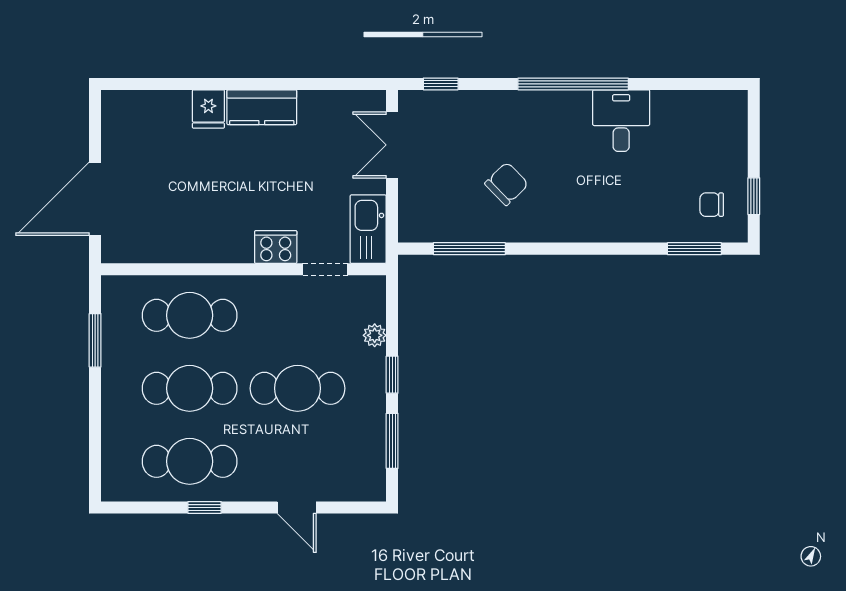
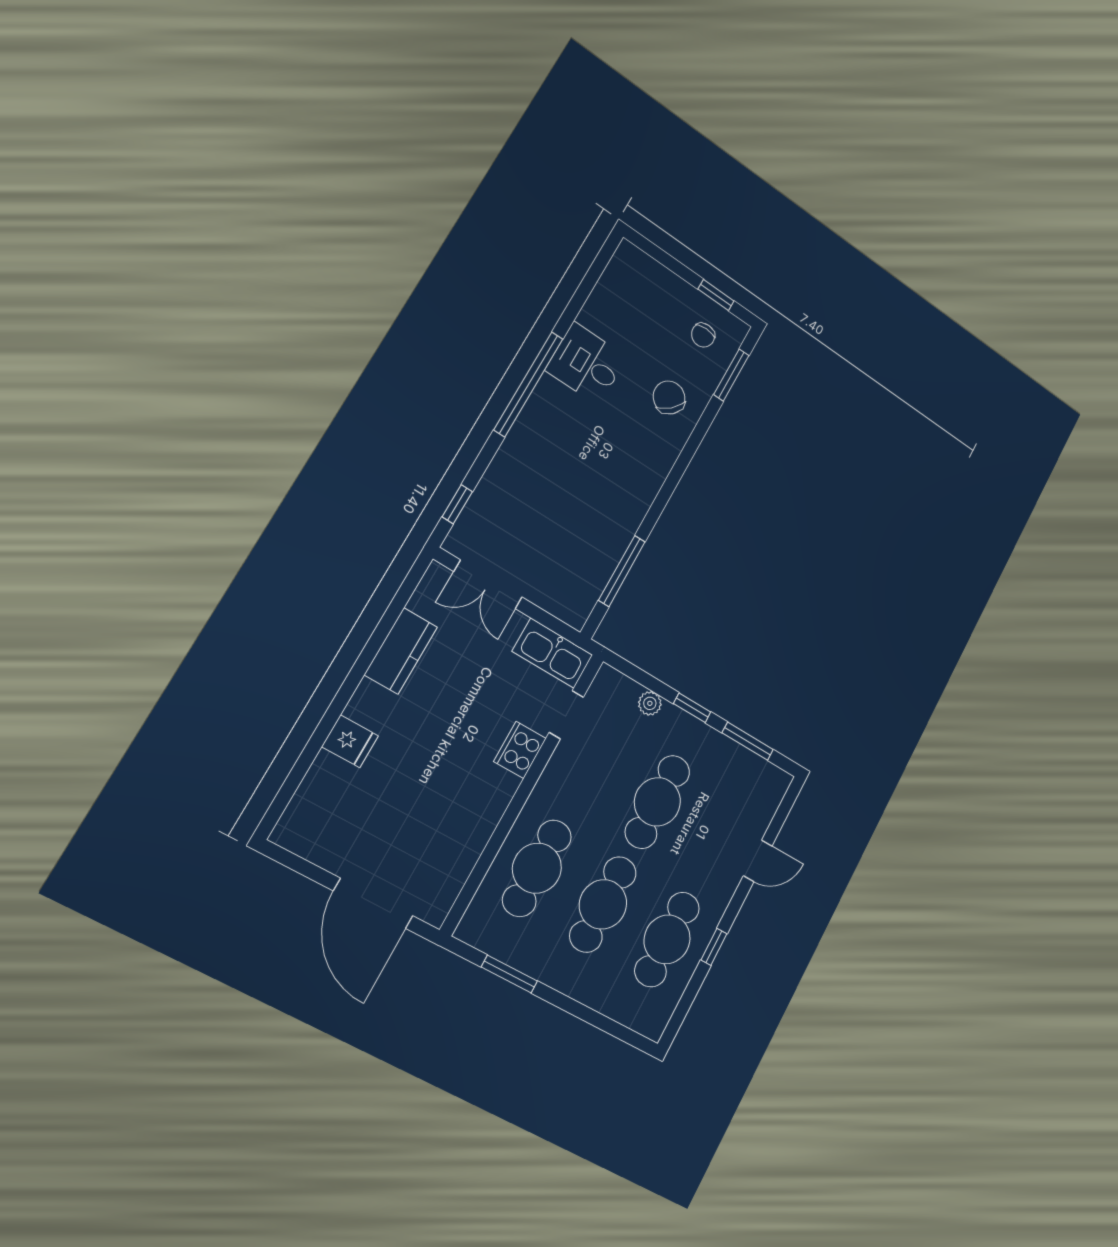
kitchen counter: (262, 107) -> (401, 651), moved
chair: (507, 184) -> (669, 398), moved

